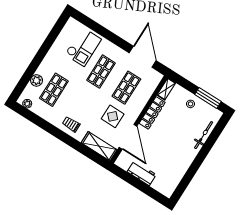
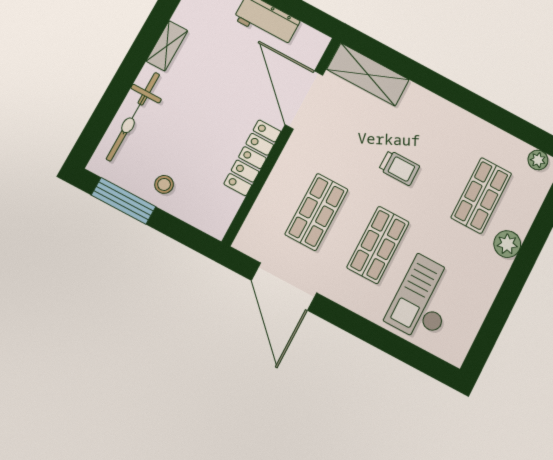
plant: (37, 80) -> (507, 244), moved
shelving: (166, 89) -> (167, 46), moved
display table: (113, 116) -> (343, 144), removed
trolley: (71, 124) -> (399, 168), moved
bicycle: (204, 135) -> (133, 117), width x1.37, depth x1.40

